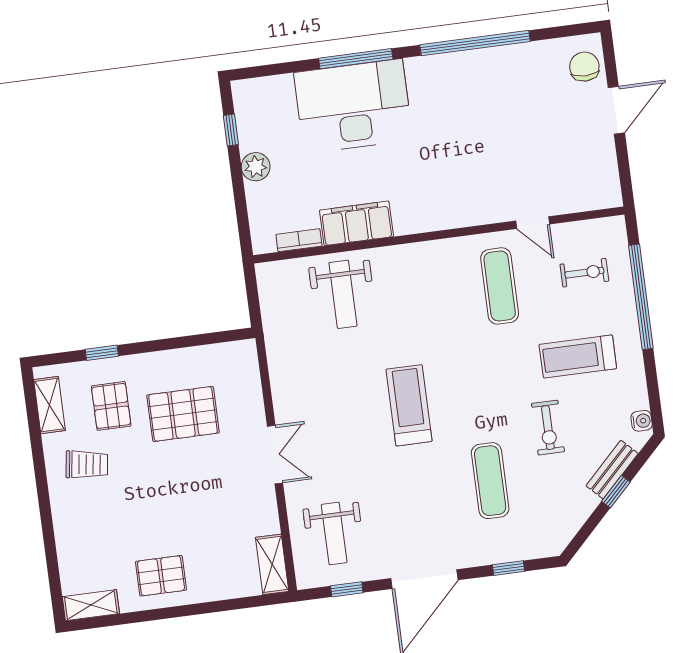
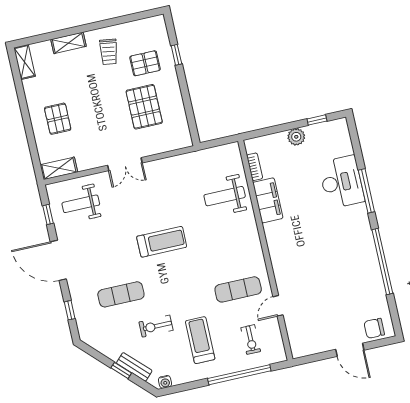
chair: (584, 67) -> (374, 328), turned 180
desk: (353, 106) -> (342, 182), width x0.73, depth x0.77
shelving: (49, 405) -> (68, 43), moved
pallet: (161, 576) -> (58, 119), moved

